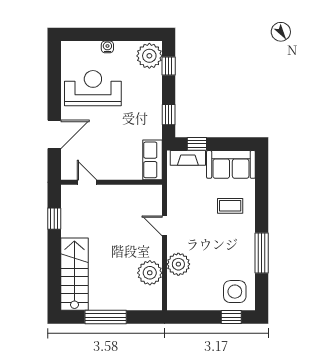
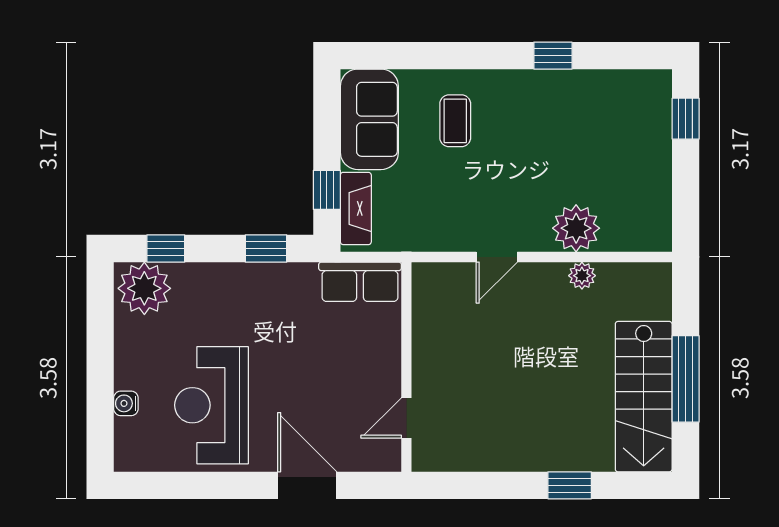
water cooler: (107, 47) -> (126, 403), moved
window: (54, 219) -> (570, 485), moved
window: (262, 253) -> (553, 56), width x0.46
plant: (150, 273) -> (582, 276), width x0.53, depth x0.53
stairs: (74, 274) -> (644, 397), moved, turned -90
side table: (235, 292) -> (633, 111), removed

